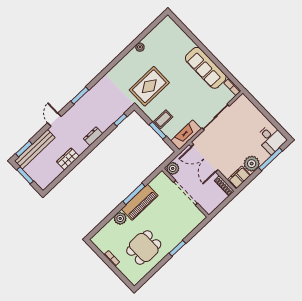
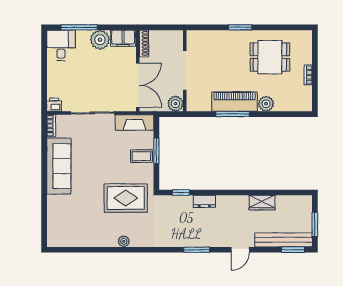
plant: (140, 47) -> (124, 241), moved
printer: (242, 101) -> (54, 105), added
dresser: (93, 136) -> (204, 201), moved

